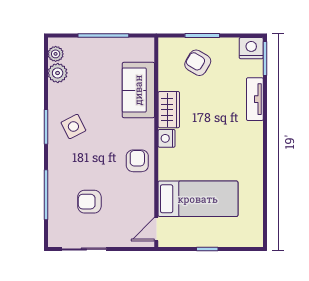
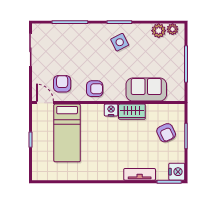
armchair: (198, 63) -> (166, 133), turned 124
armchair: (89, 202) -> (62, 84), moved

